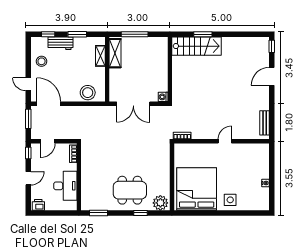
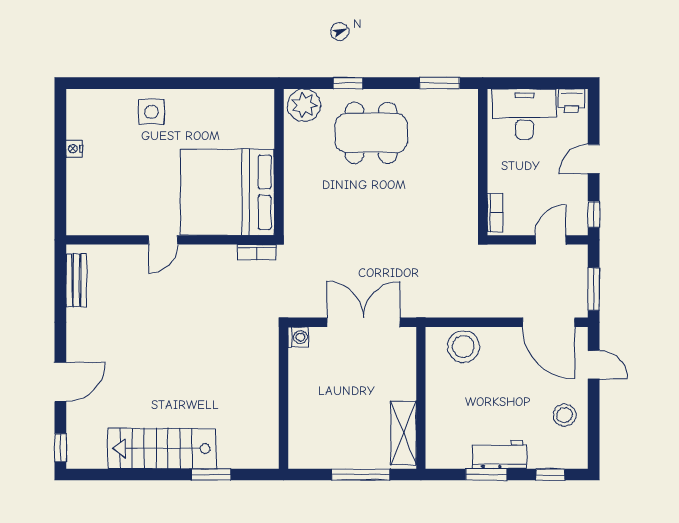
workbench: (60, 43) -> (499, 455), moved
stairs: (197, 46) -> (162, 448), moved
shelving: (100, 56) -> (436, 427), removed
desk: (65, 186) -> (524, 114), moved, turned 90
bed: (197, 189) -> (228, 192), moved, turned 90

